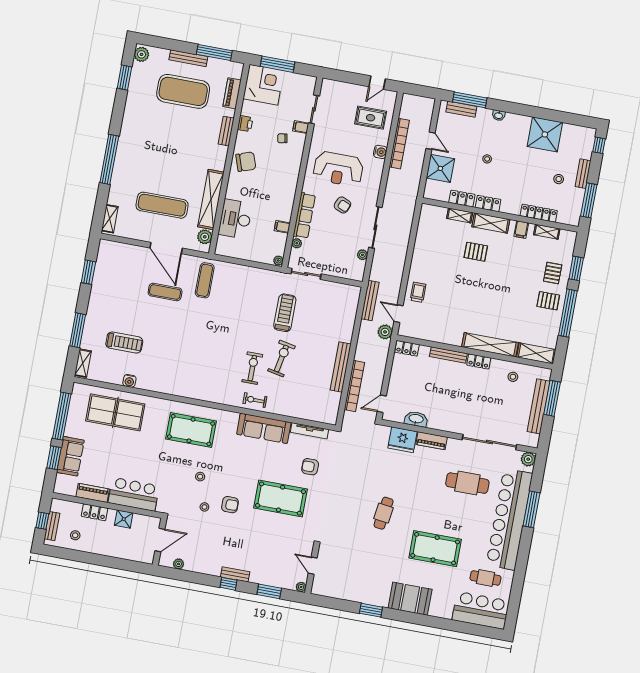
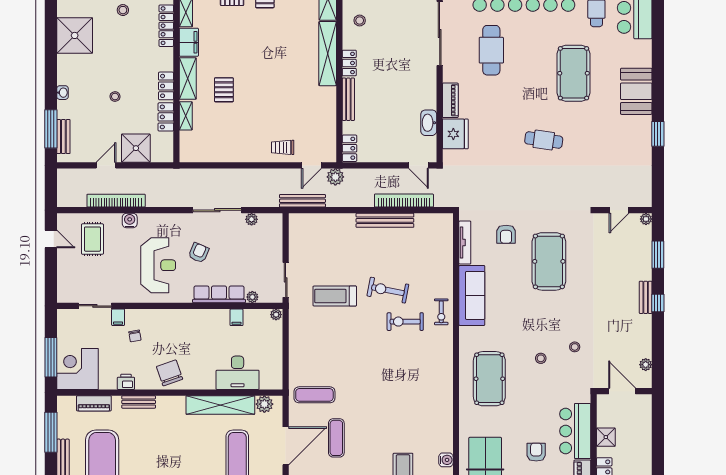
filing cabinet: (521, 230) -> (189, 42), width x2.00
armchair: (230, 505) -> (536, 452), moved

